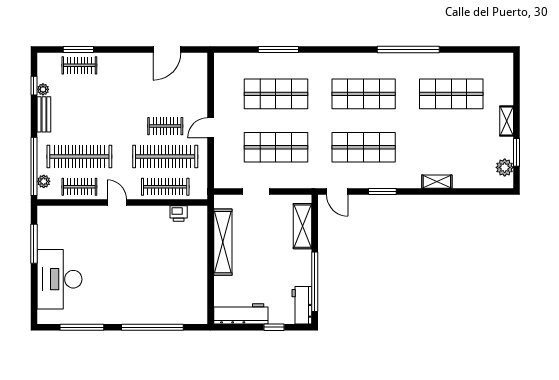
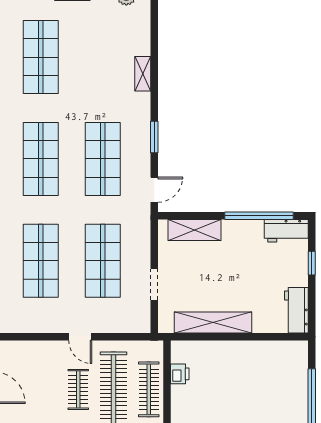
workbench: (241, 314) -> (296, 310), width x0.73

